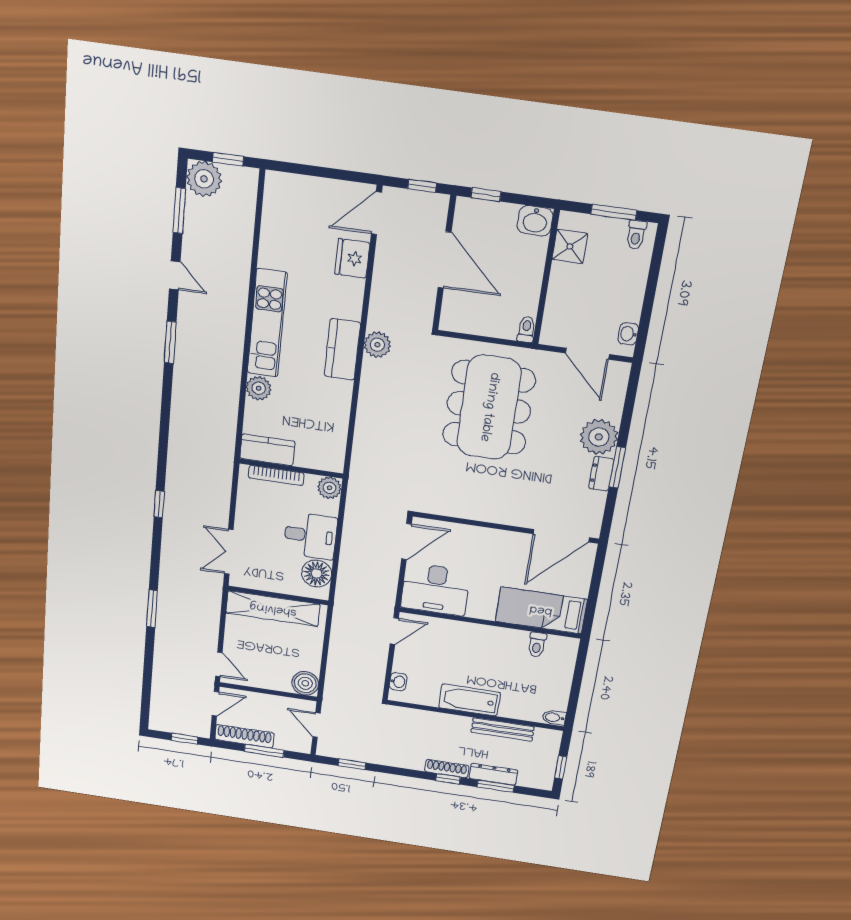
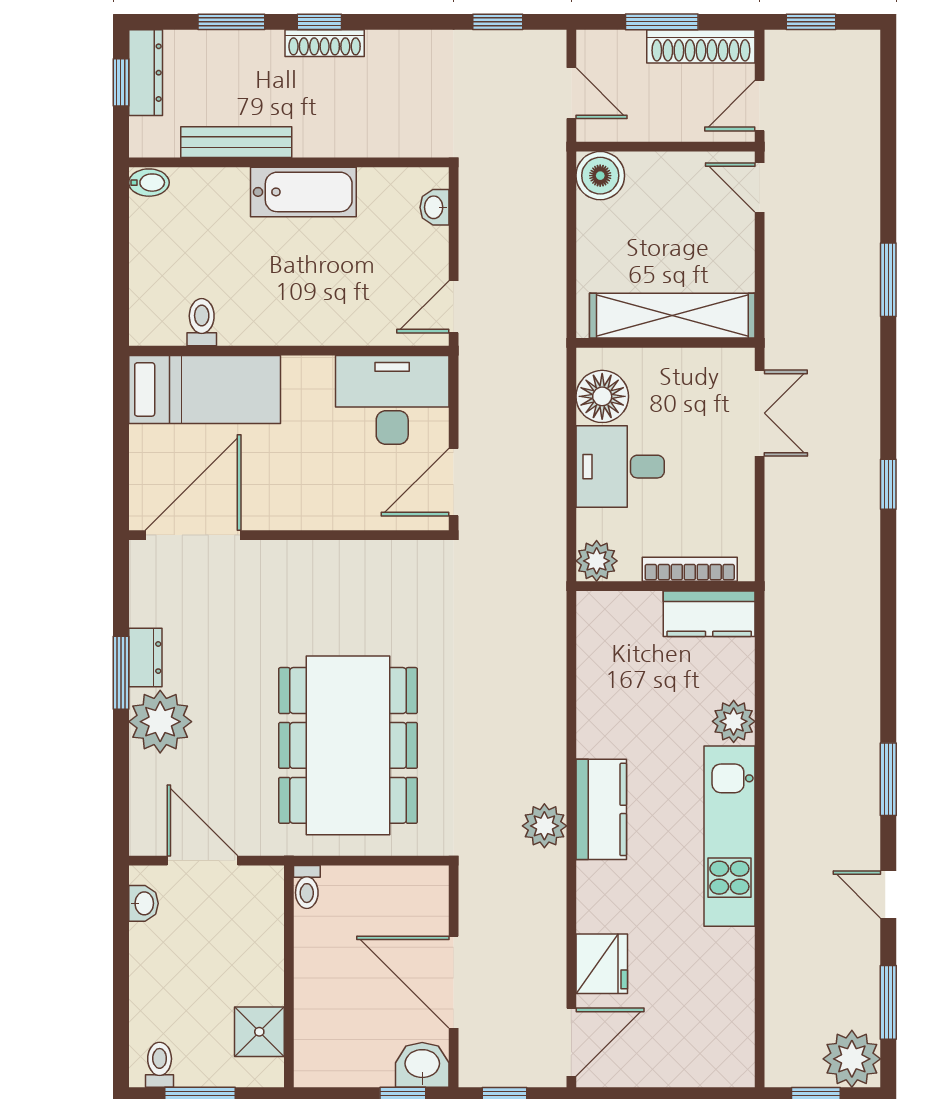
washbasin: (535, 221) -> (422, 1065), moved
dresser: (493, 774) -> (146, 73), moved, turned -90

